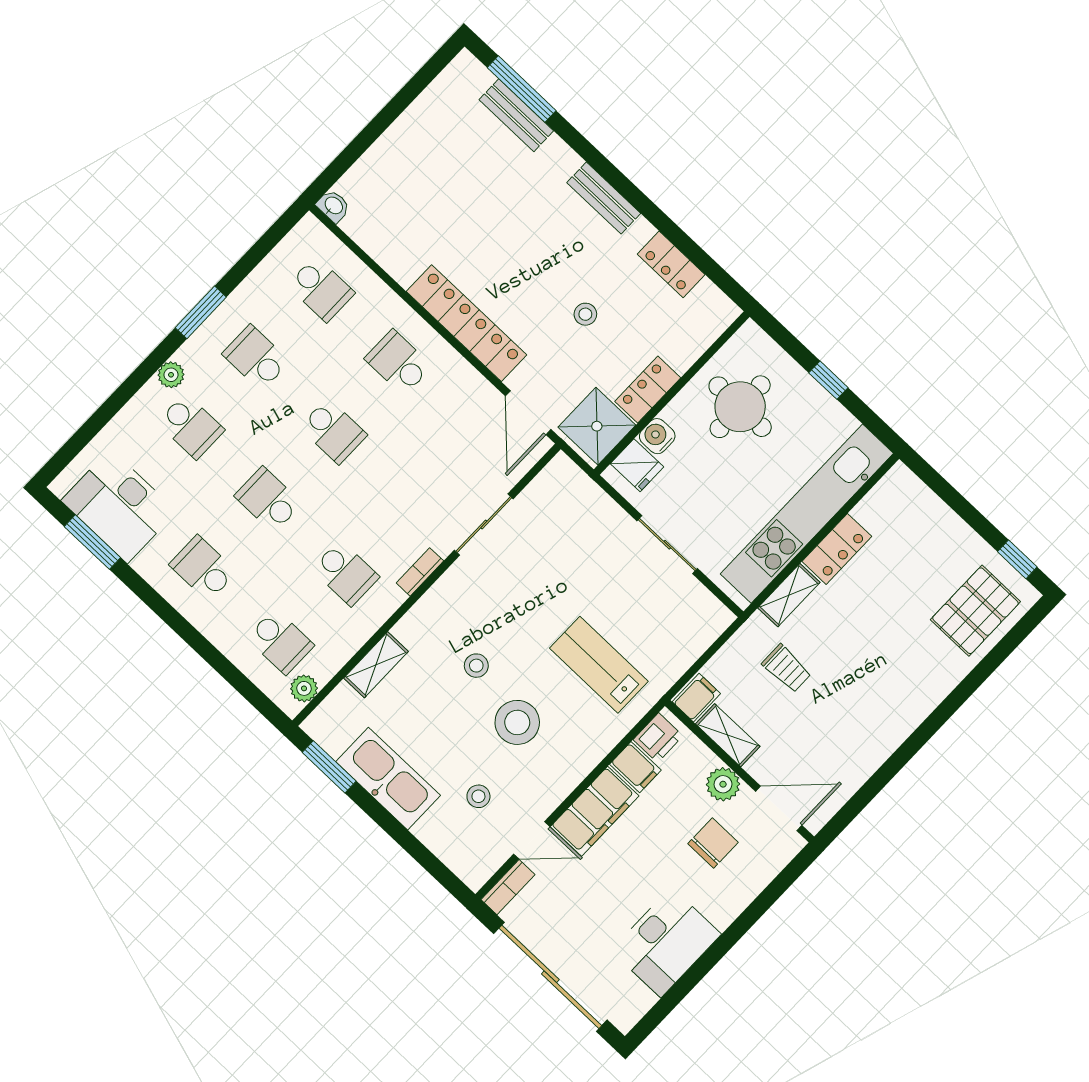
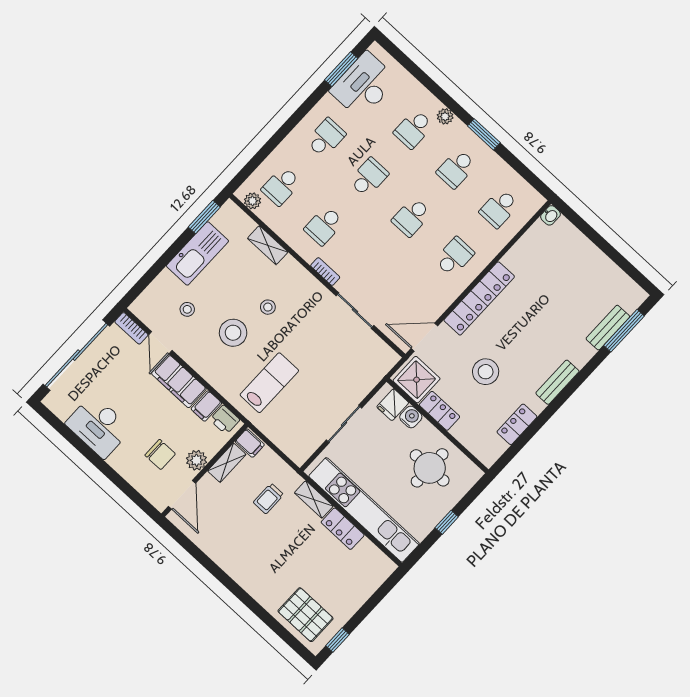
stool: (585, 314) -> (486, 372), width x1.89, depth x1.89
school desk: (256, 358) -> (456, 169), turned 180

